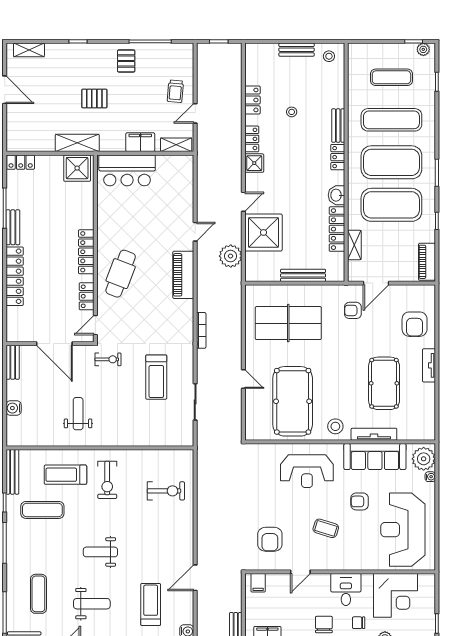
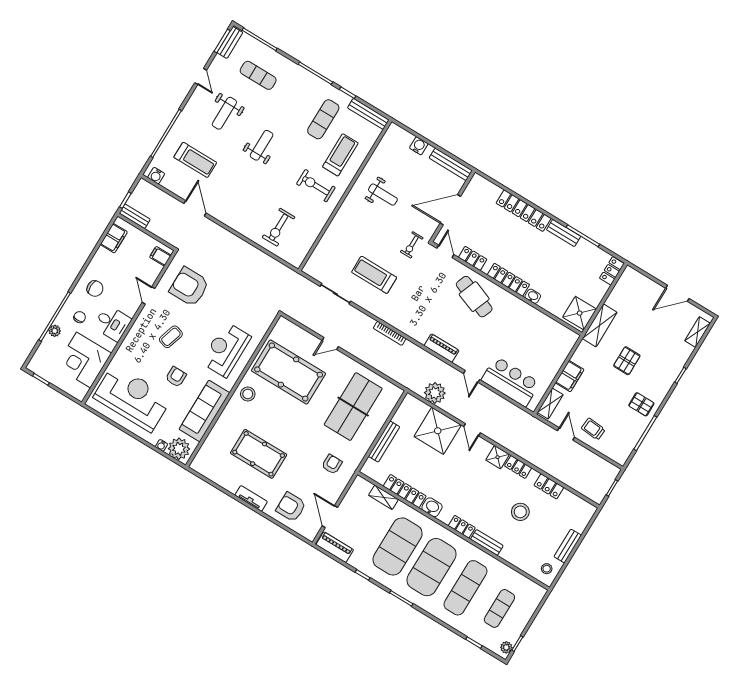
stool: (292, 112) -> (520, 512), width x1.89, depth x1.89
bar counter: (127, 170) -> (511, 382), moved, turned 90
washbasin: (88, 220) -> (533, 296), added
piano: (183, 275) -> (442, 348), width x0.73, depth x0.75
door: (376, 283) -> (330, 517), moved
bench: (13, 362) -> (451, 164), width x1.36
tv unit: (374, 434) -> (223, 421), removed
armchair: (270, 539) -> (189, 287), width x1.36, depth x1.36

